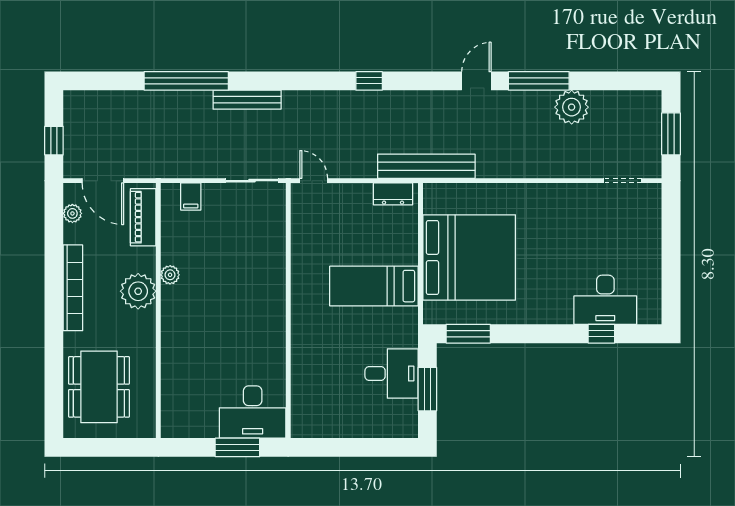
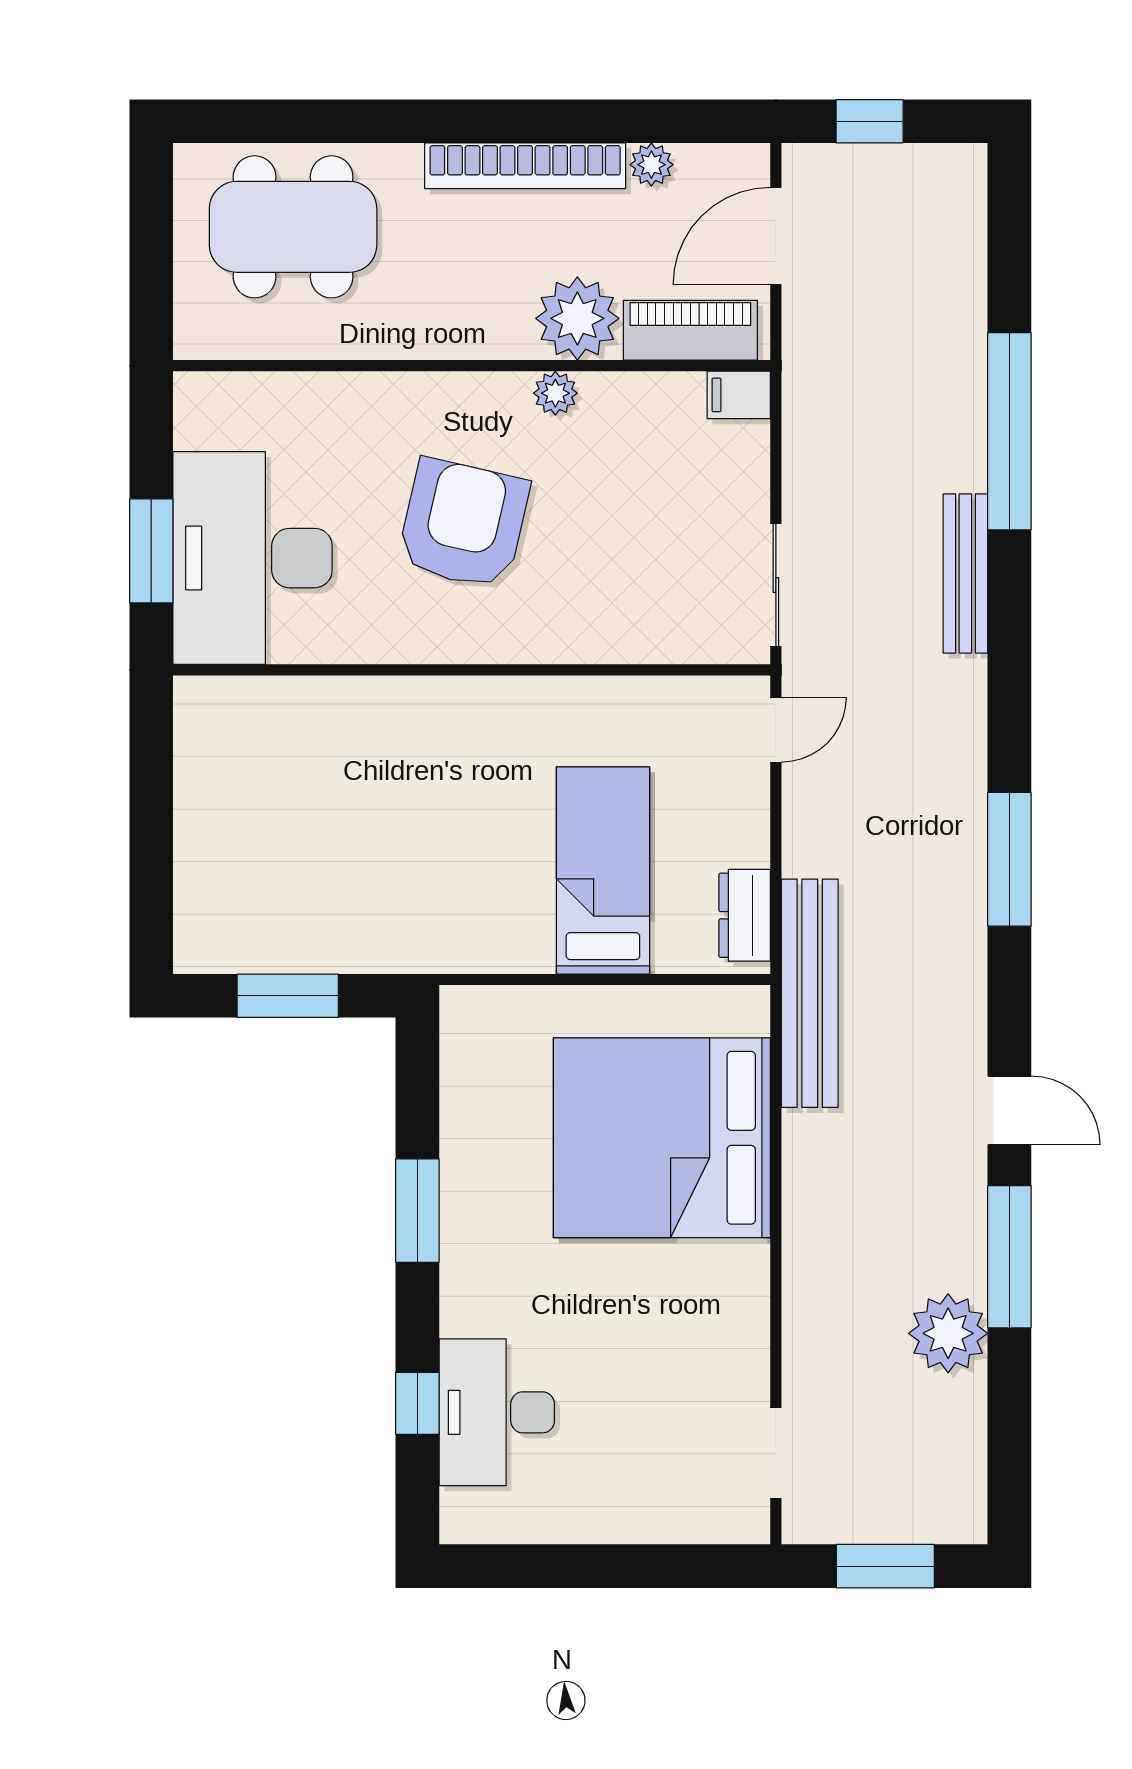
window: (369, 81) -> (1009, 859), width x2.17
filing cabinet: (191, 197) -> (739, 395), moved
plant: (72, 213) -> (651, 165), moved
bed: (469, 257) -> (662, 1138), moved, turned 90
bed: (374, 286) -> (603, 870), moved
plant: (138, 291) -> (577, 318), moved
armchair: (226, 314) -> (463, 524), added
window: (468, 334) -> (417, 1211), moved
desk: (392, 374) -> (324, 912), removed
desk: (253, 412) -> (253, 558), width x1.36, depth x1.30

